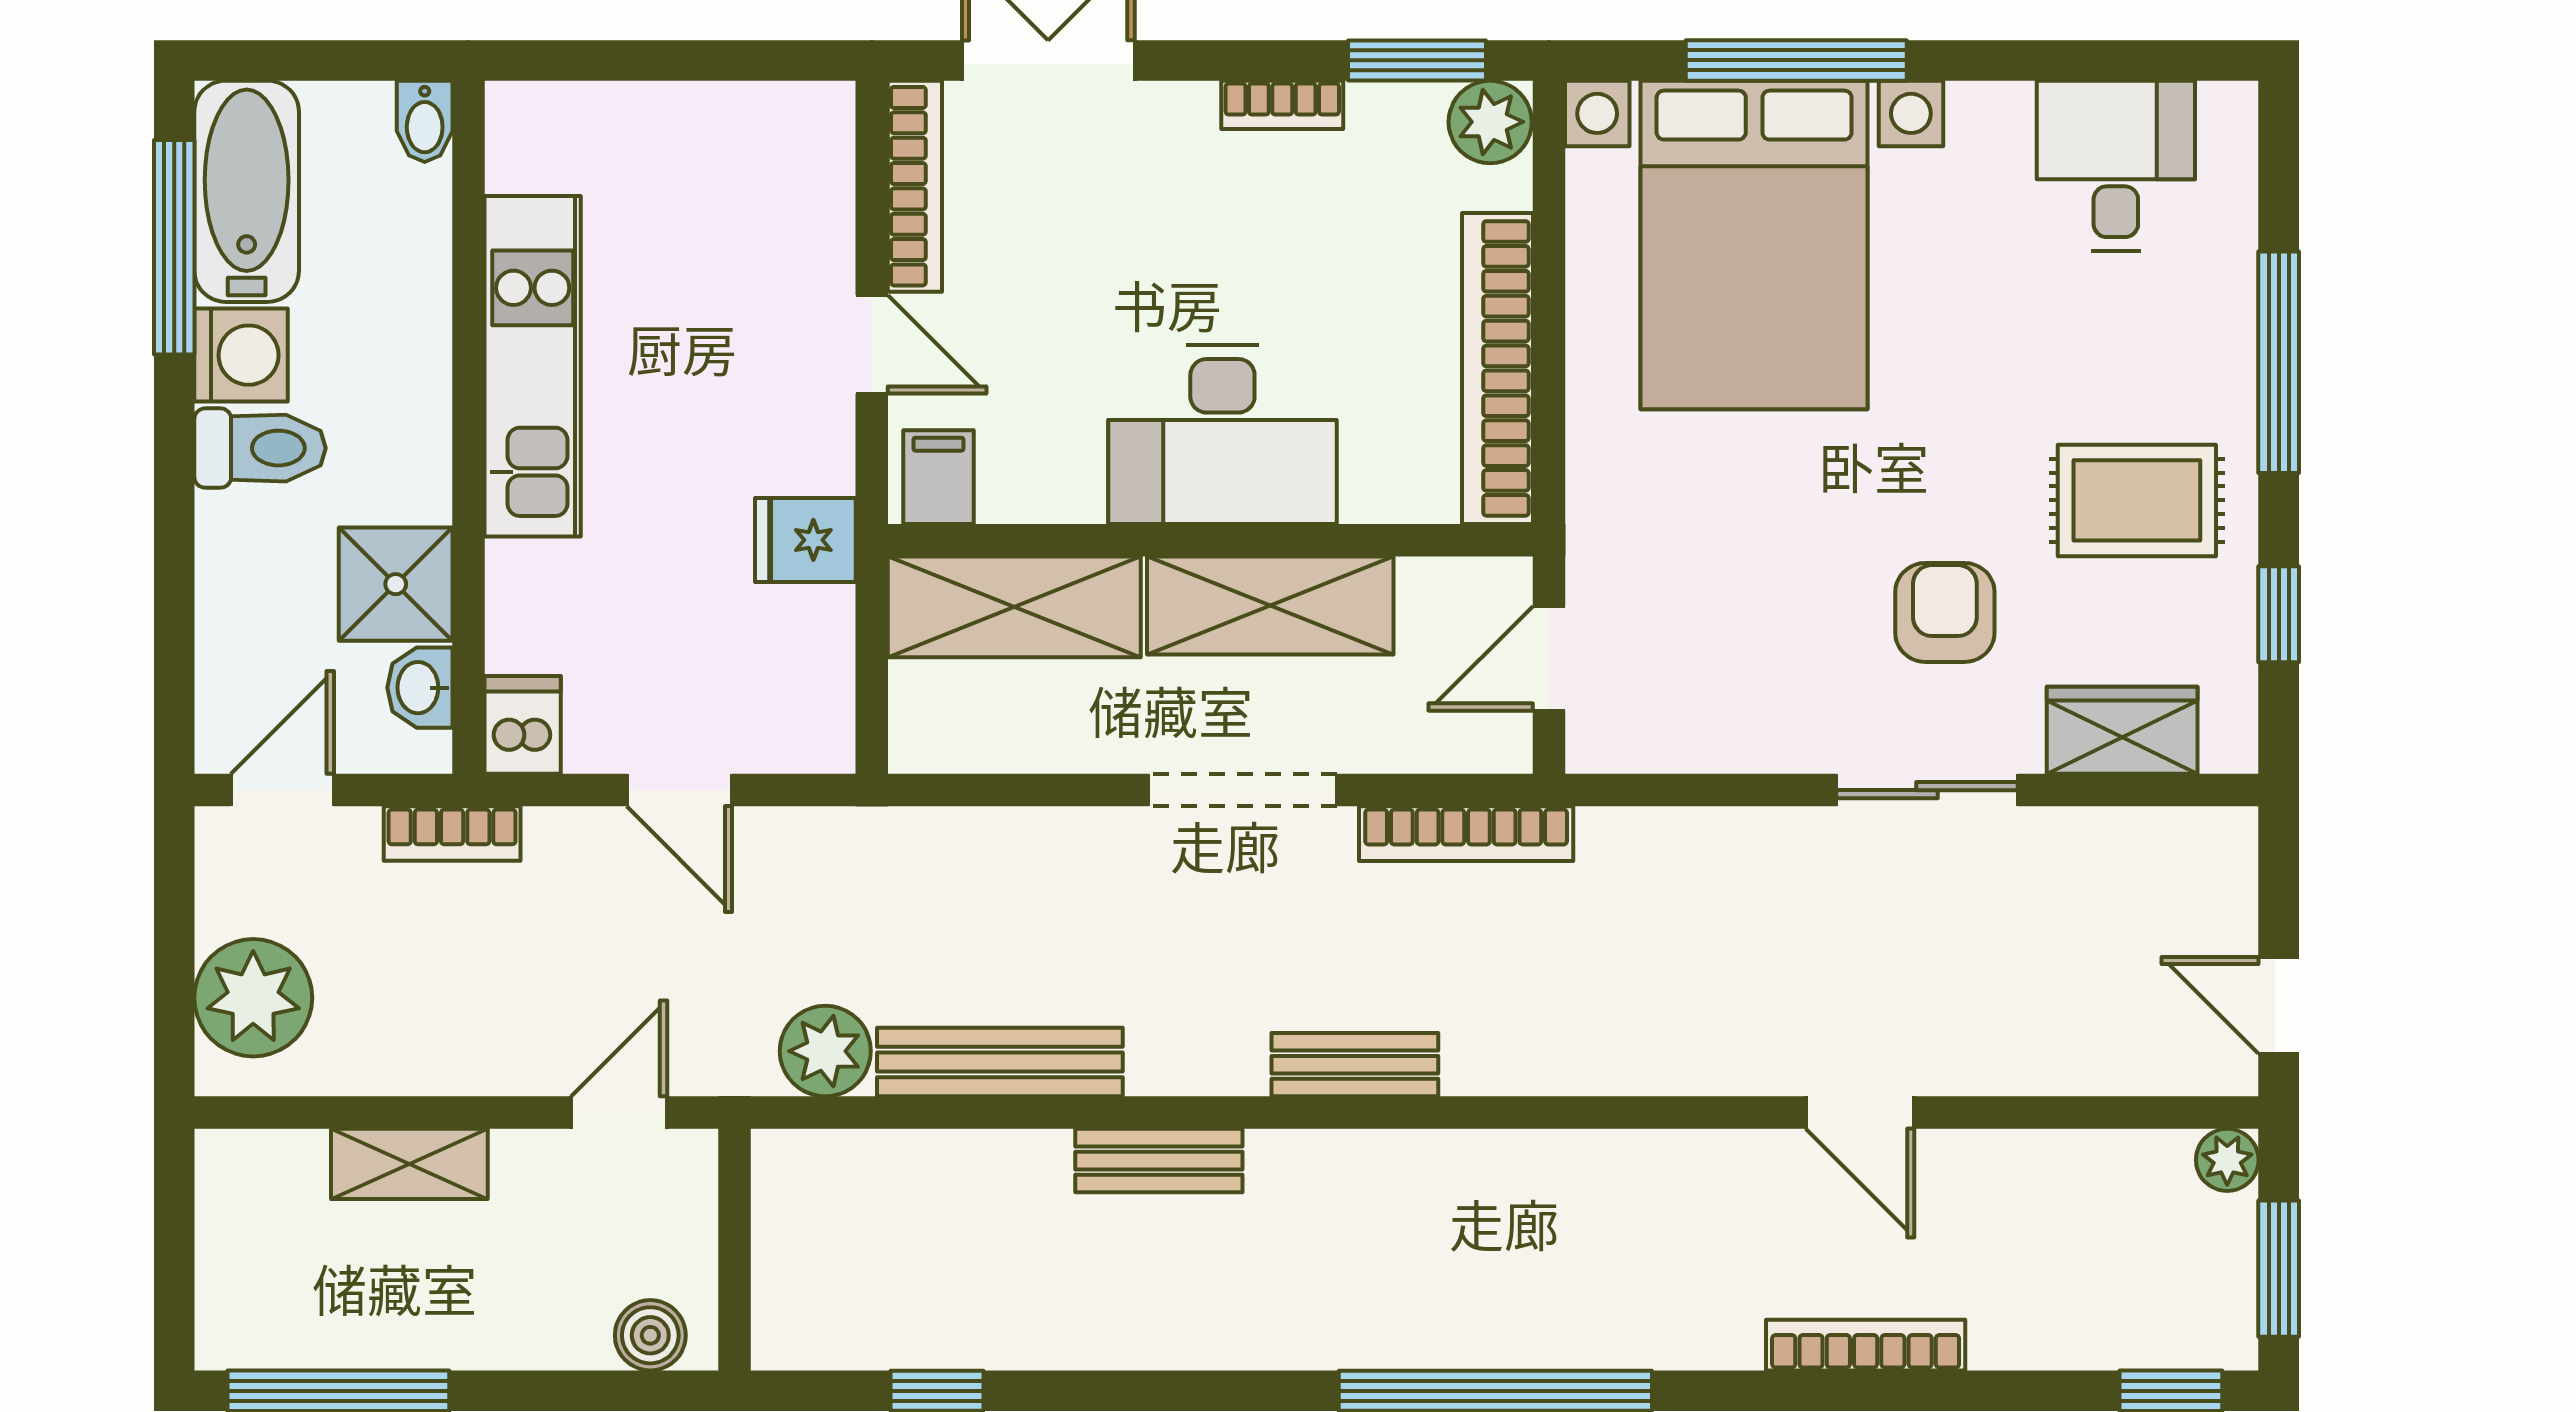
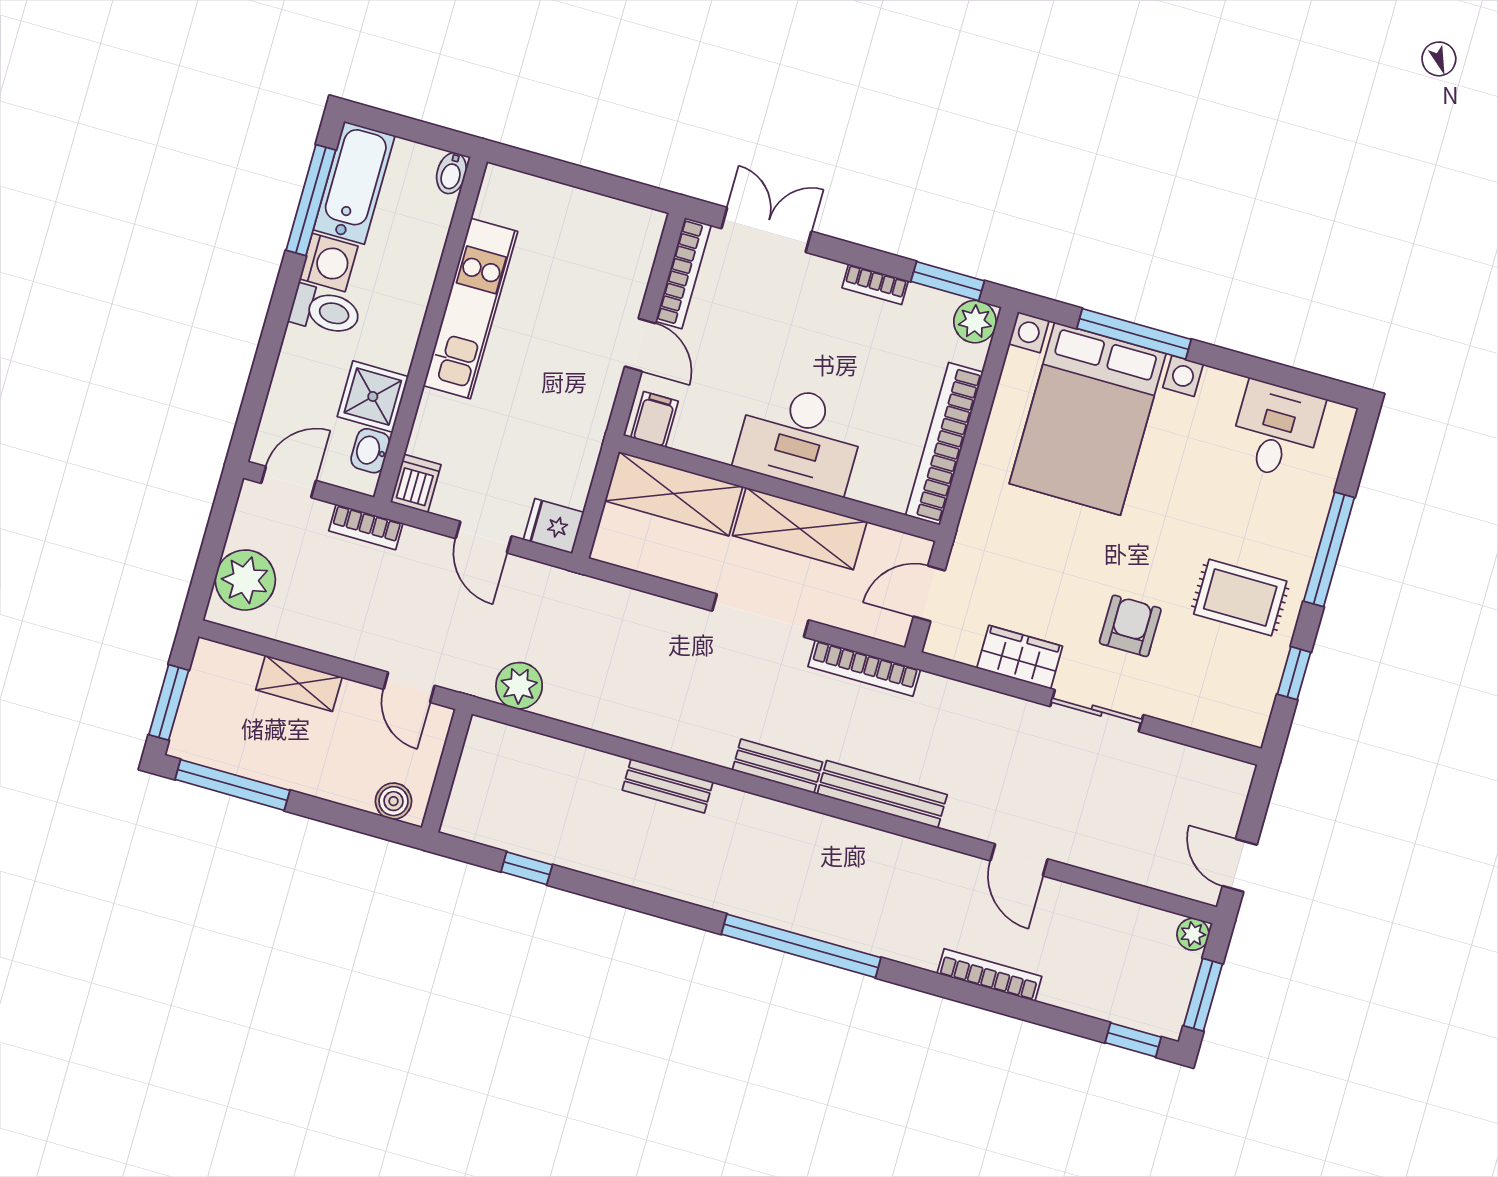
fridge: (805, 540) -> (554, 526), moved
wardrobe: (2122, 730) -> (1020, 657), moved
bench: (1000, 1062) -> (882, 794), moved
door: (619, 1113) -> (409, 687), swing flipped
window: (174, 1269) -> (169, 702), added

